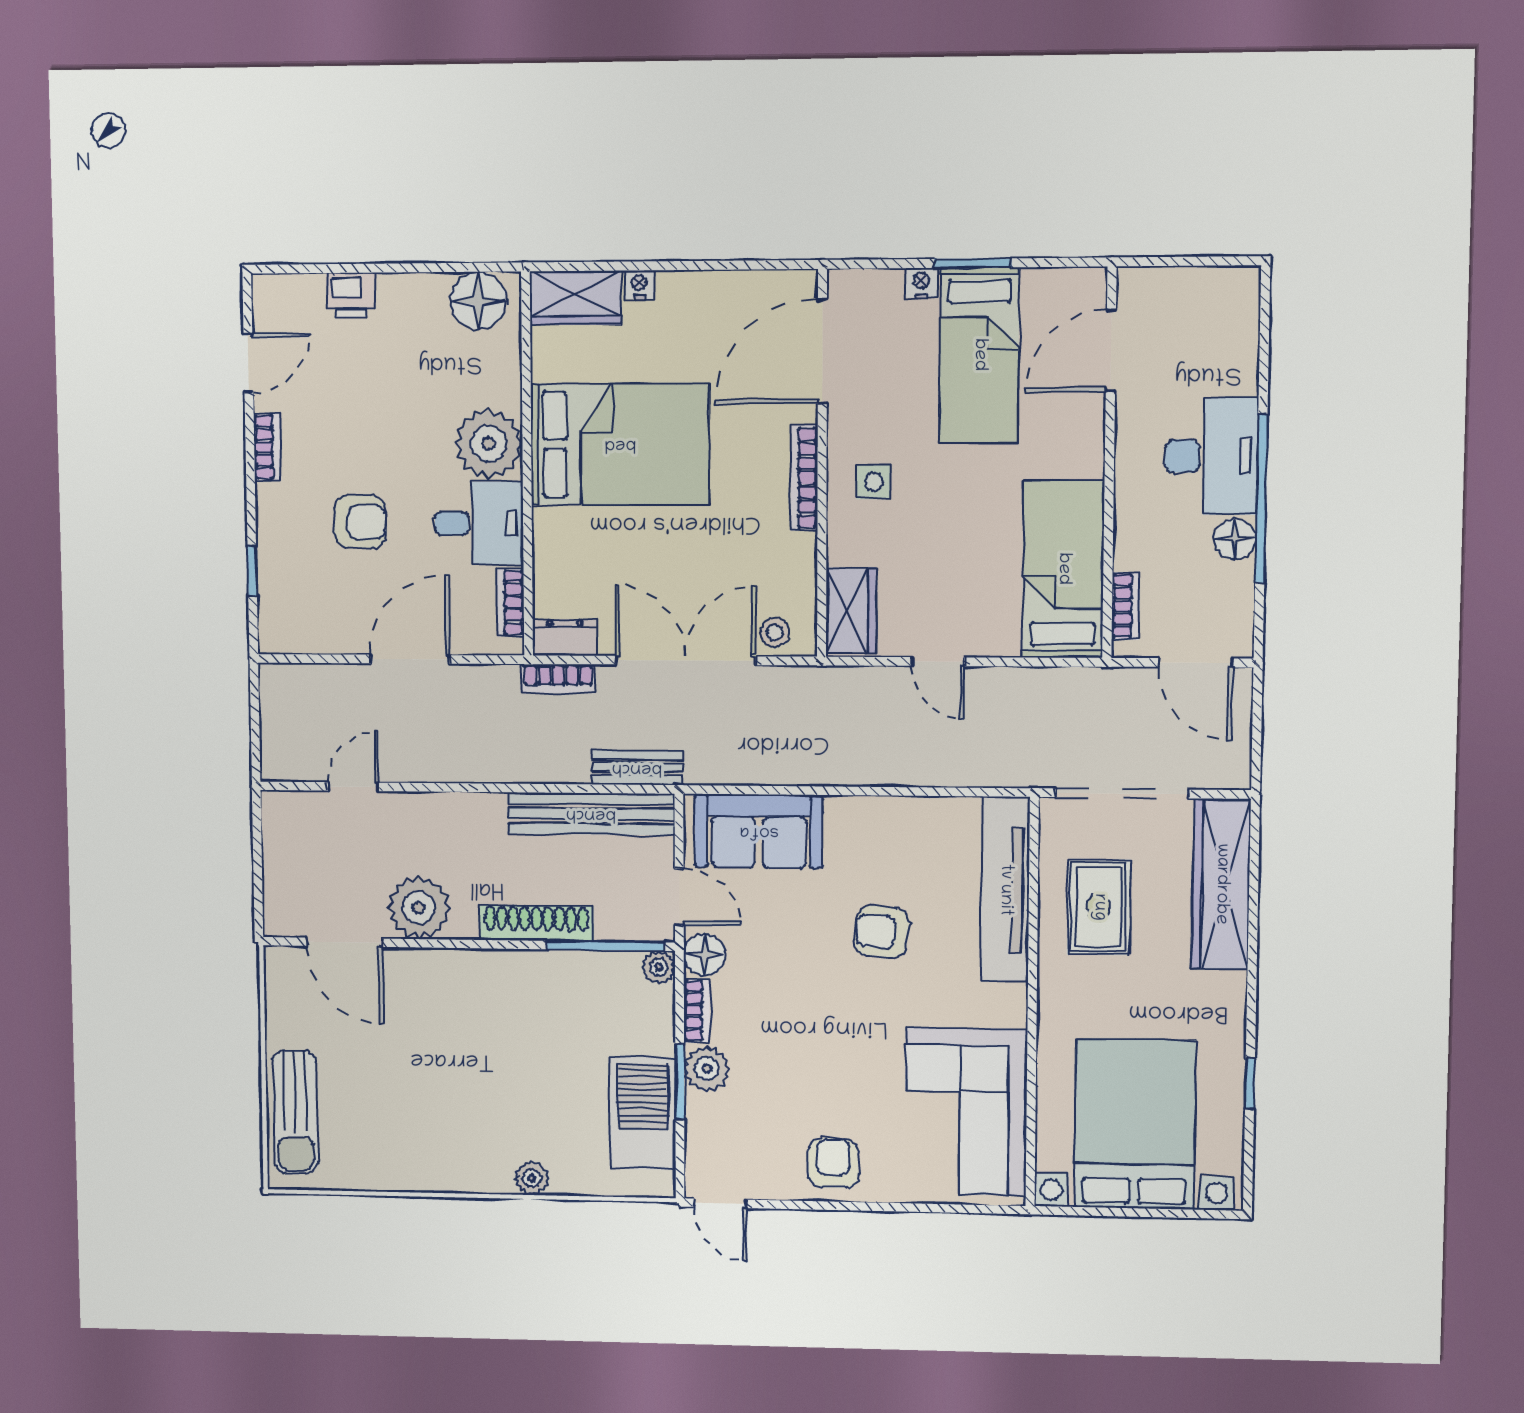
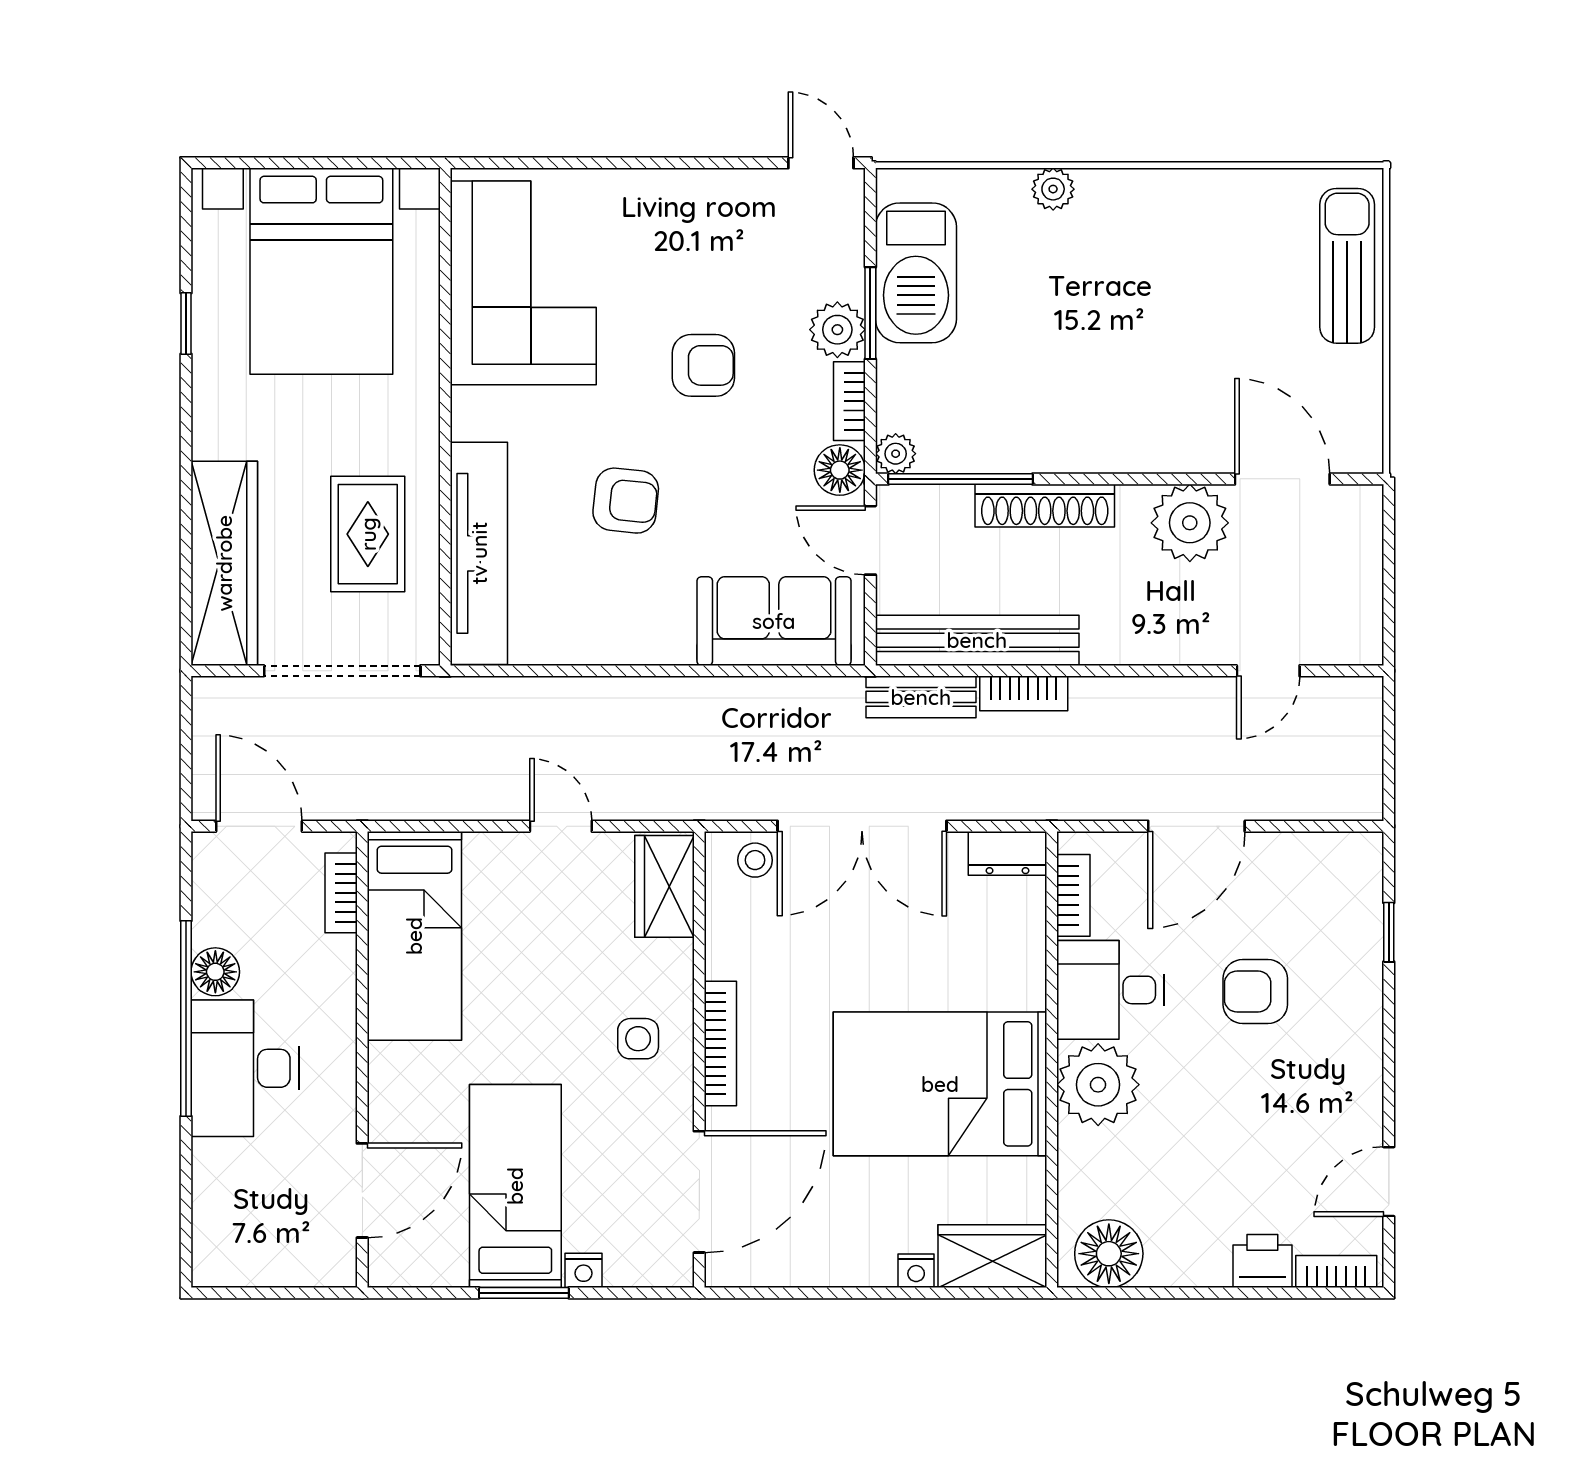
bookcase: (267, 447) -> (1336, 1272), moved, turned 90
bookcase: (558, 679) -> (1024, 693), moved, turned 180
armchair: (833, 1163) -> (703, 365), moved, turned -90

